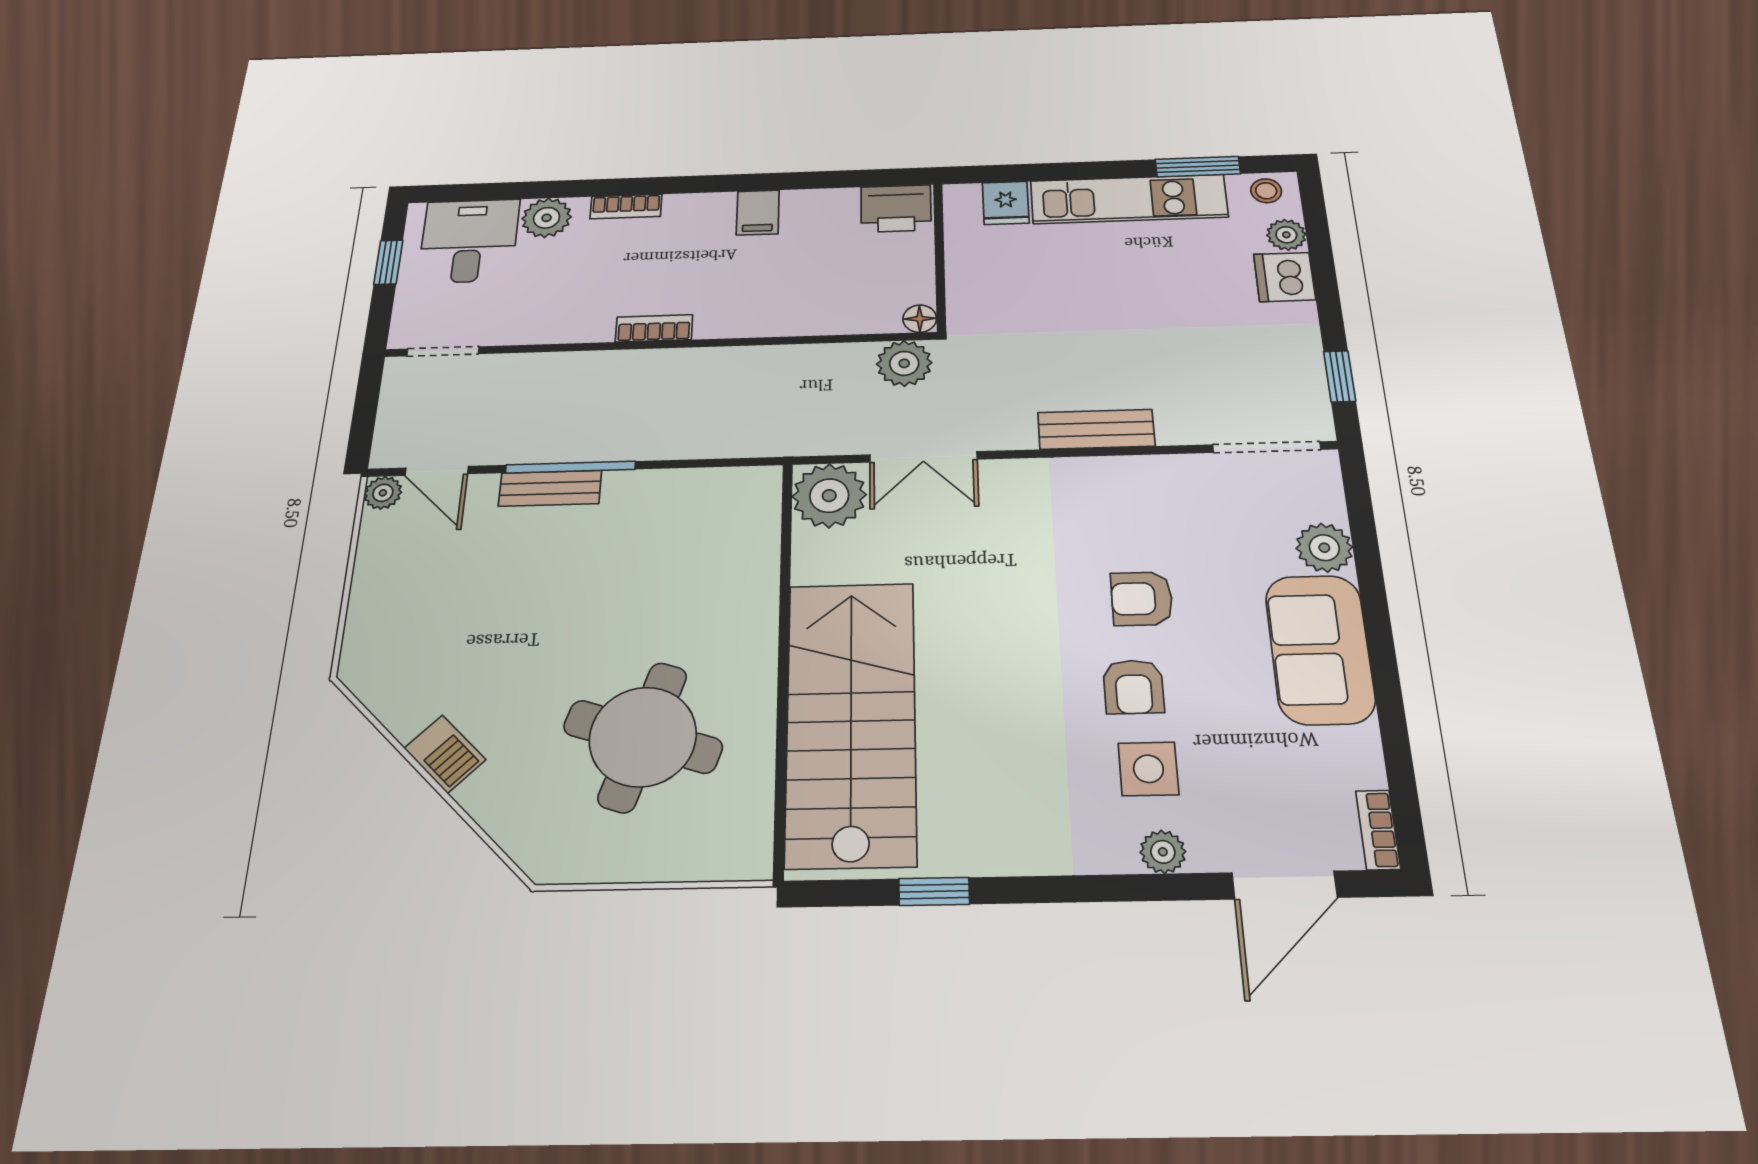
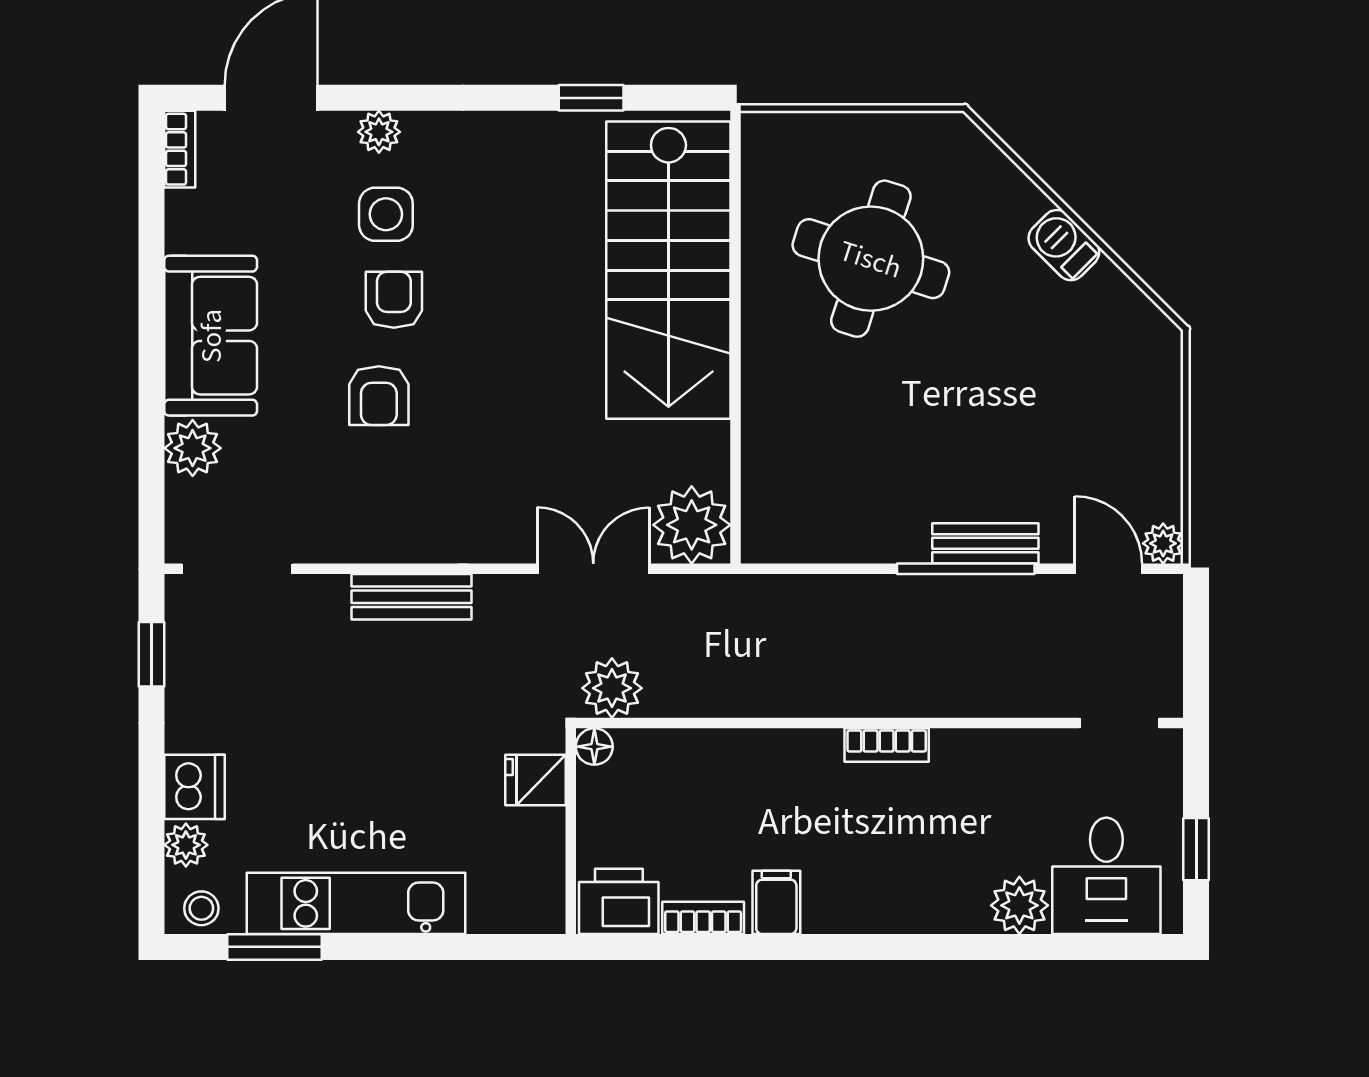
fridge: (1006, 203) -> (535, 780), moved, turned -90
bookcase: (626, 207) -> (703, 918), moved
armchair: (1142, 599) -> (379, 396), turned 90

